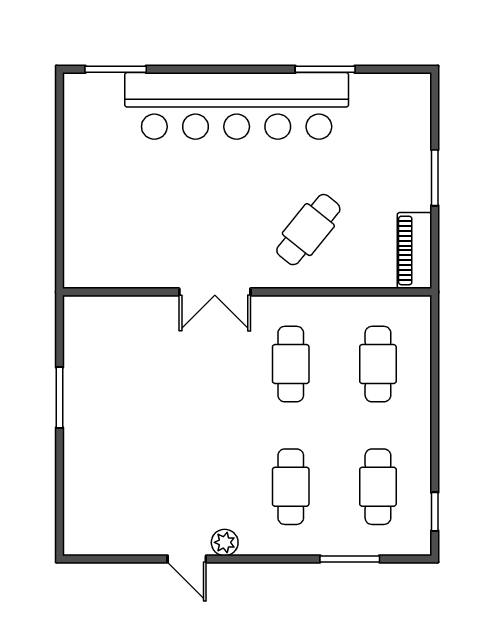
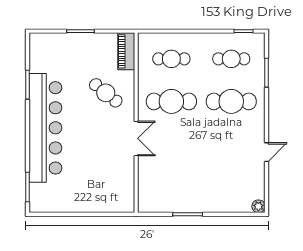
piano: (414, 250) -> (126, 51), moved, turned 90
cafe table: (291, 364) -> (171, 101), width x1.37, depth x1.35
cafe table: (291, 487) -> (231, 101), width x1.37, depth x1.35
plant: (225, 542) -> (258, 206), moved

